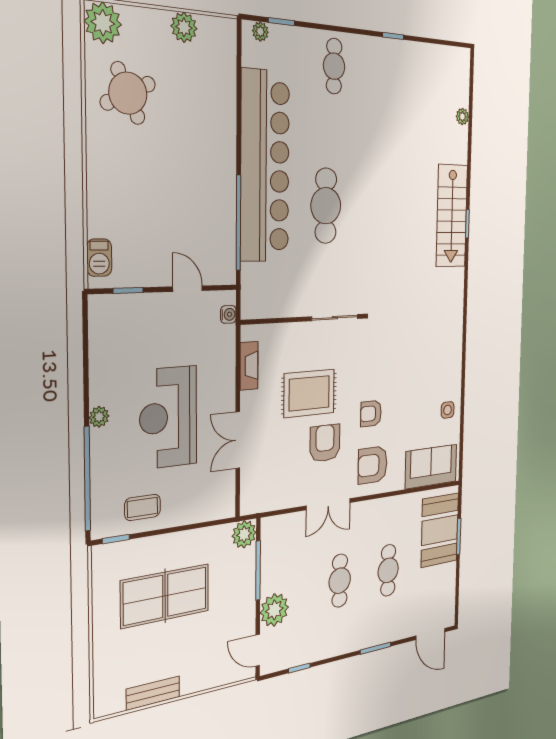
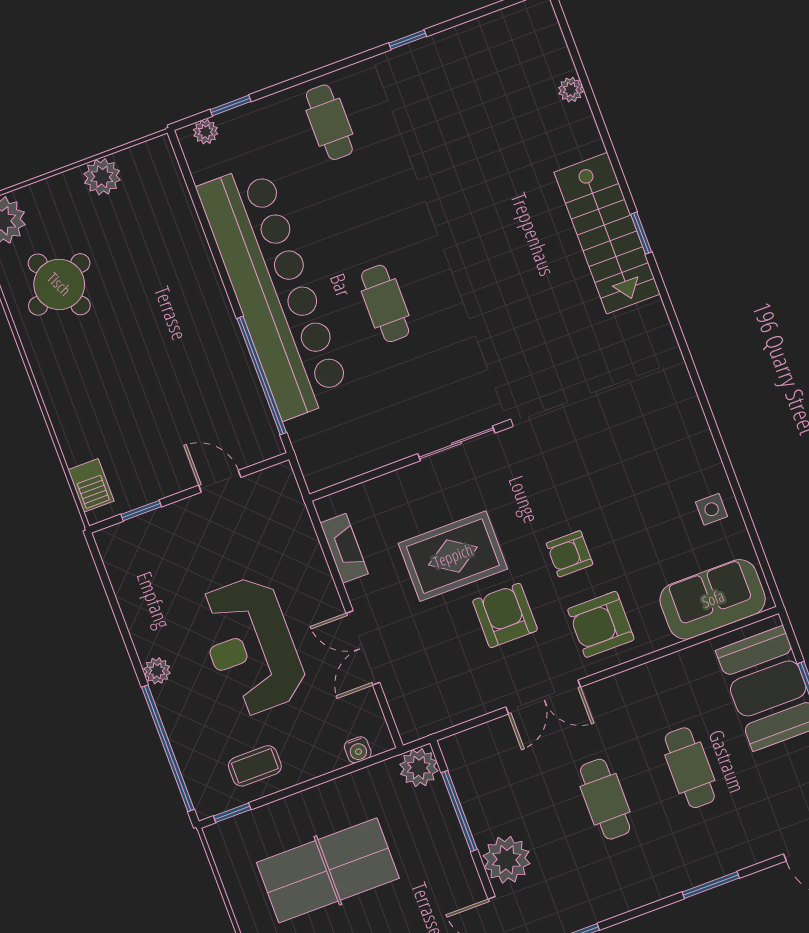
cafe table: (326, 206) -> (385, 303), width x0.73, depth x0.74
water cooler: (228, 314) -> (358, 750), moved, turned 90

